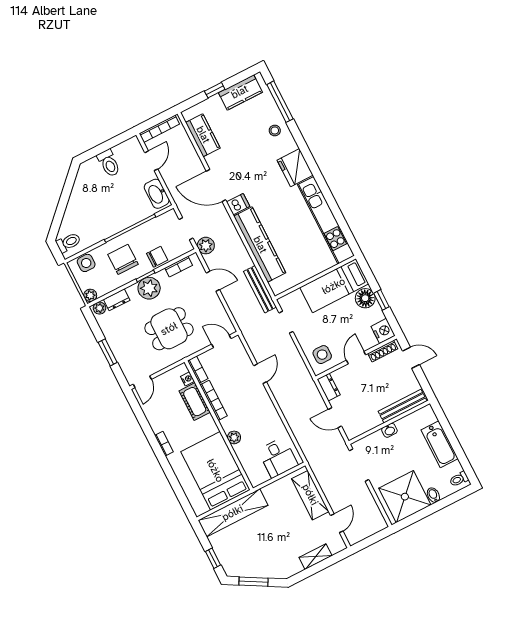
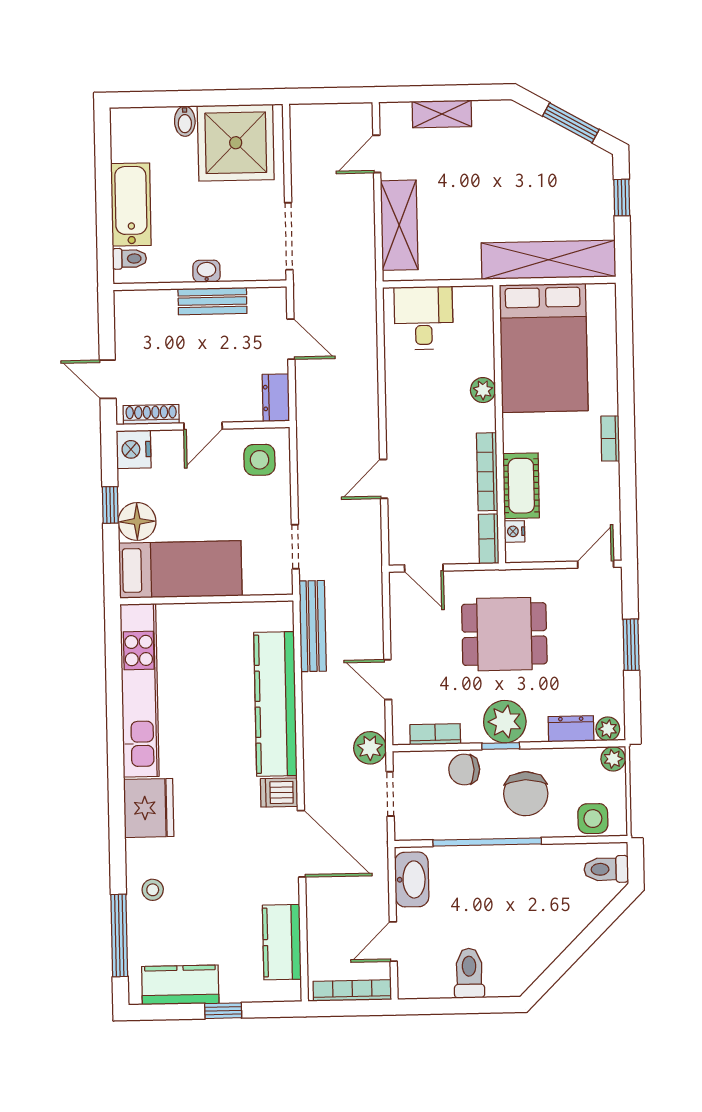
bench: (403, 406) -> (212, 301), moved, width x0.73
toilet: (459, 479) -> (129, 259), moved

